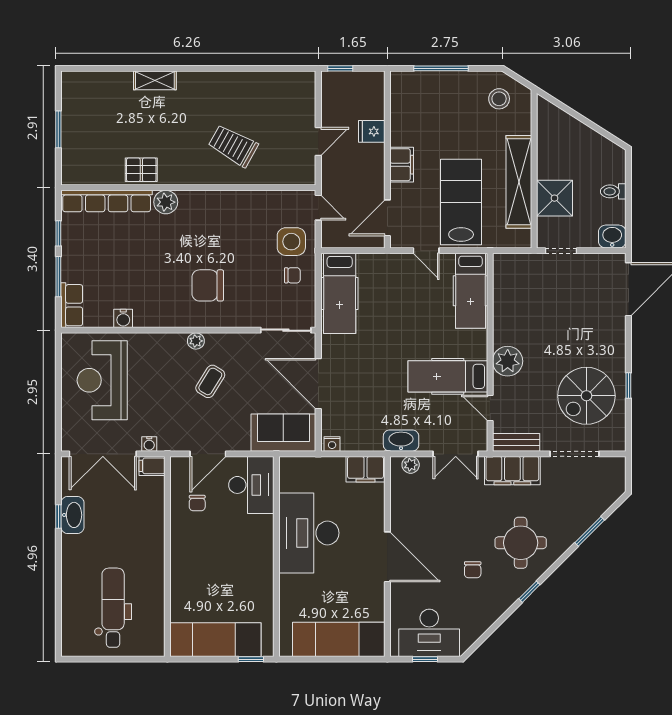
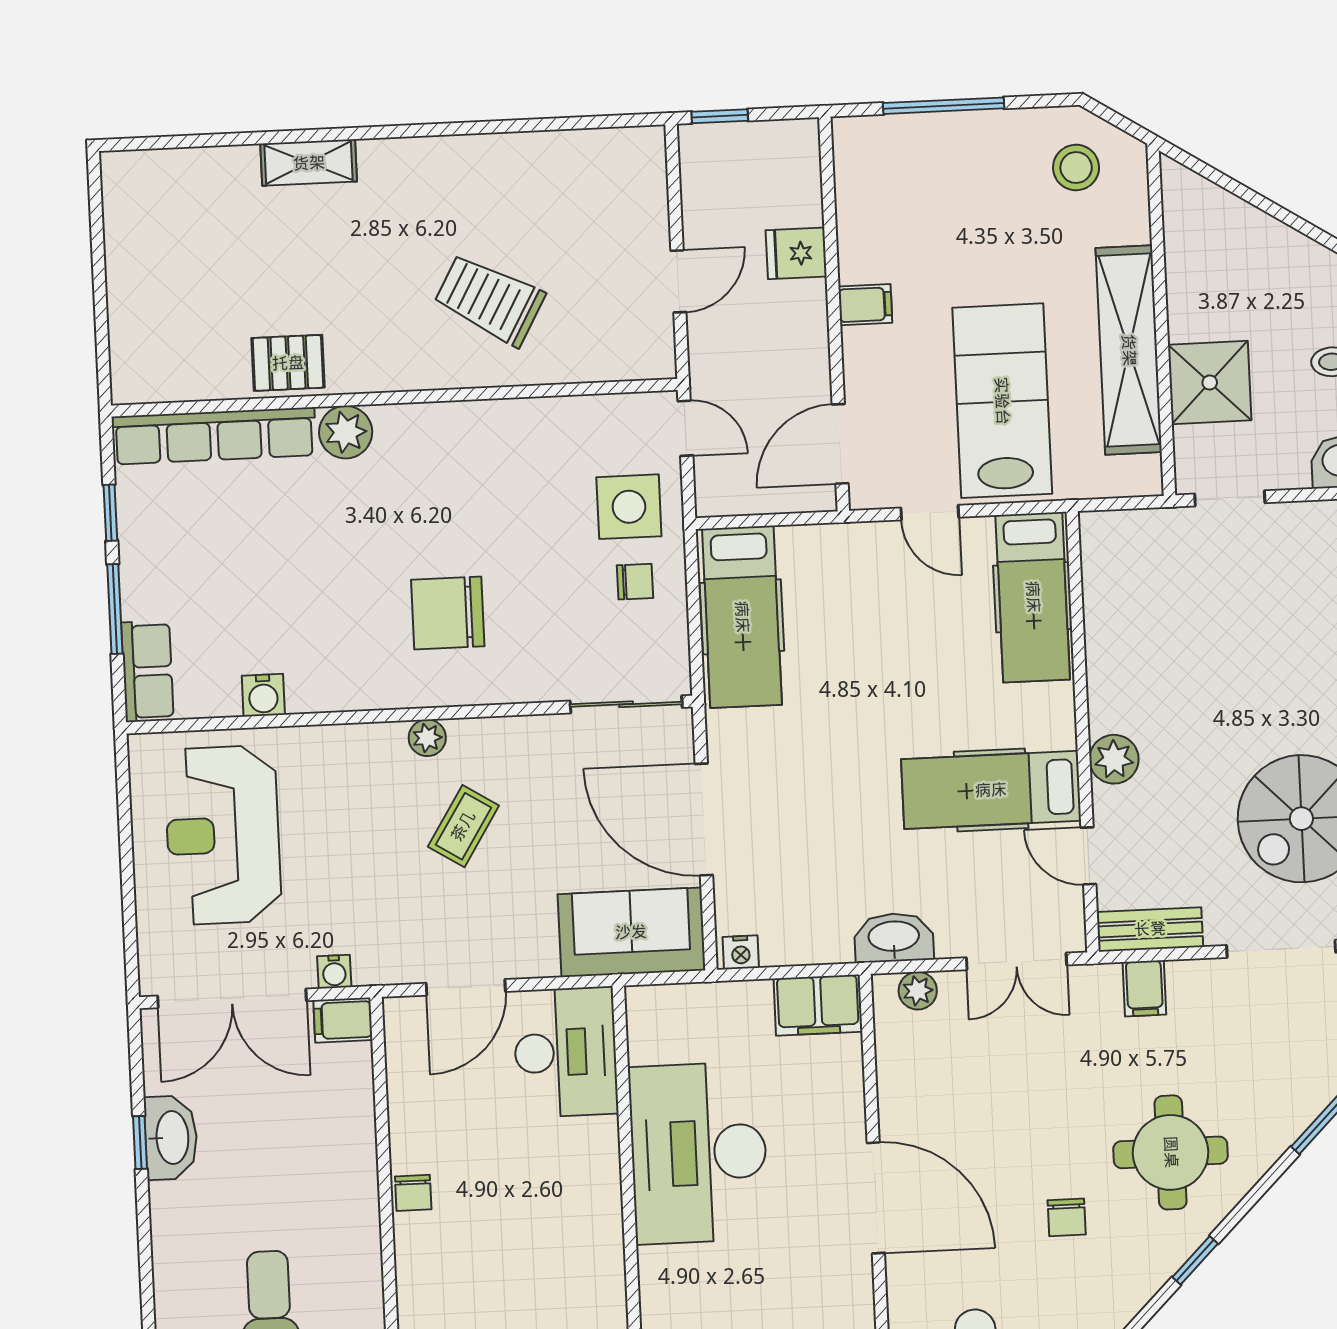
window: (58, 129) -> (99, 282), removed
filing cabinet: (402, 165) -> (865, 305), width x0.50
plant: (508, 361) -> (1114, 759), width x0.73, depth x0.73
filing cabinet: (512, 471) -> (1144, 988), width x0.33, depth x0.86
chair: (197, 503) -> (413, 1193), moved

